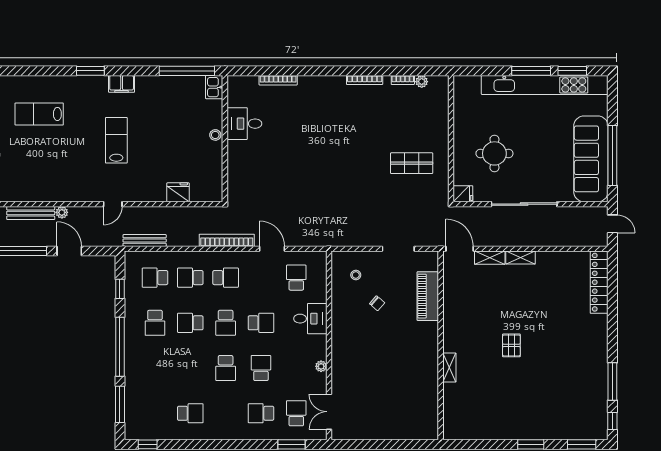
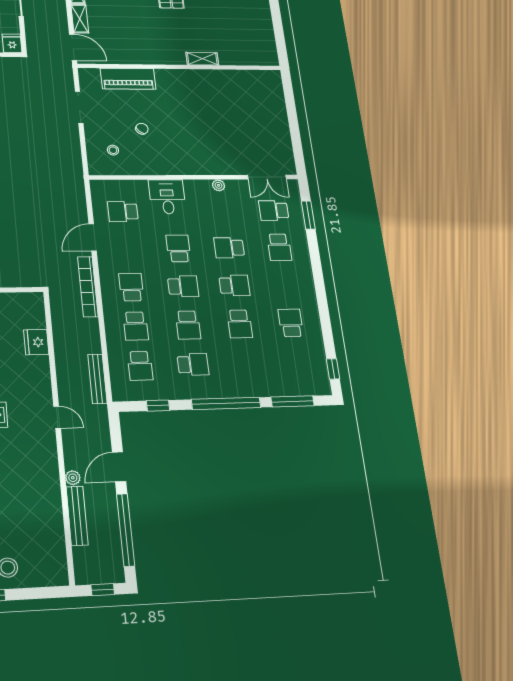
door: (460, 249) -> (73, 47), swing flipped
school desk: (190, 368) -> (240, 324), added

